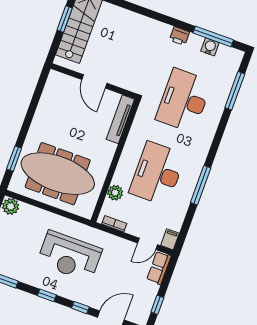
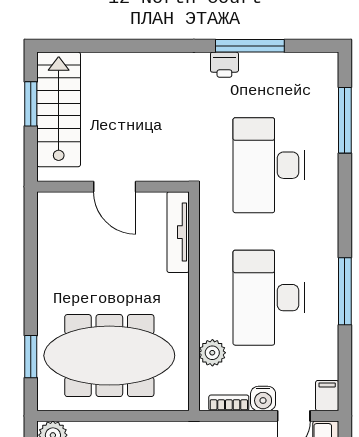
window: (213, 36) -> (250, 46), moved
water cooler: (210, 47) -> (263, 399), moved, turned 180

